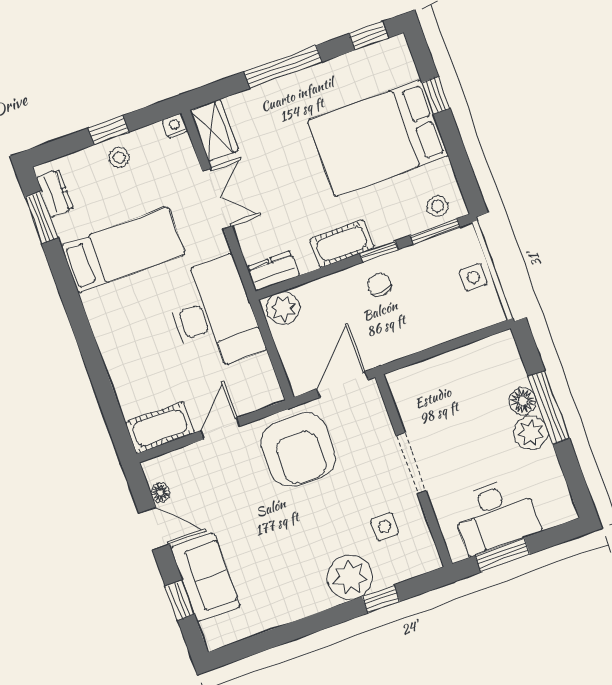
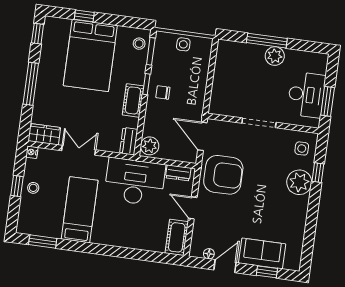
dresser: (55, 193) -> (178, 173), moved, turned 180
floor lamp: (523, 401) -> (257, 52), removed
side table: (385, 527) -> (302, 148), moved

